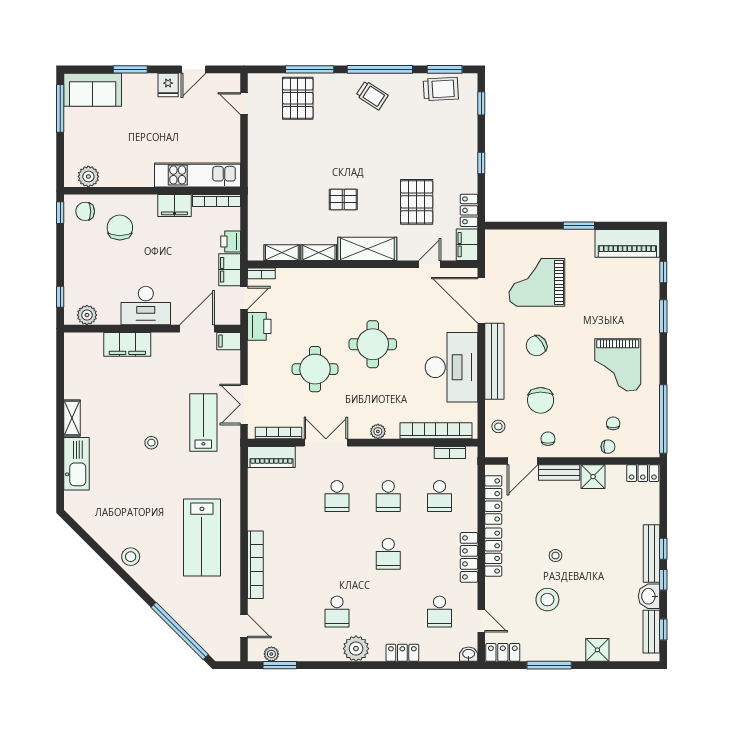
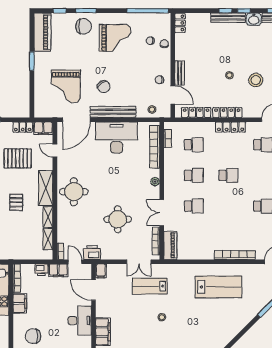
round table: (373, 344) -> (74, 192), moved
chair: (541, 400) -> (84, 26), moved
shower: (593, 477) -> (182, 53), removed
stool: (131, 557) -> (230, 330), removed

